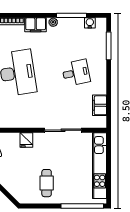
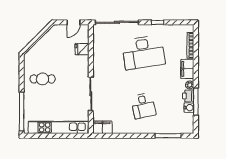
water cooler: (90, 23) -> (189, 108), moved
printer: (65, 24) -> (188, 96), added
filing cabinet: (99, 105) -> (102, 127), moved
fridge: (26, 140) -> (82, 49), moved

